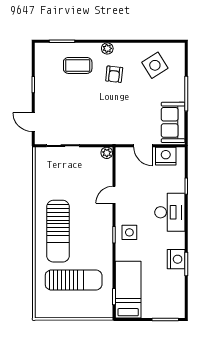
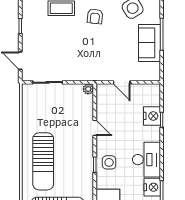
sofa: (173, 122) -> (149, 43), moved
nightstand: (166, 156) -> (152, 116), moved, turned 90
door: (114, 195) -> (95, 128), swing flipped
desk: (170, 212) -> (146, 160), moved

